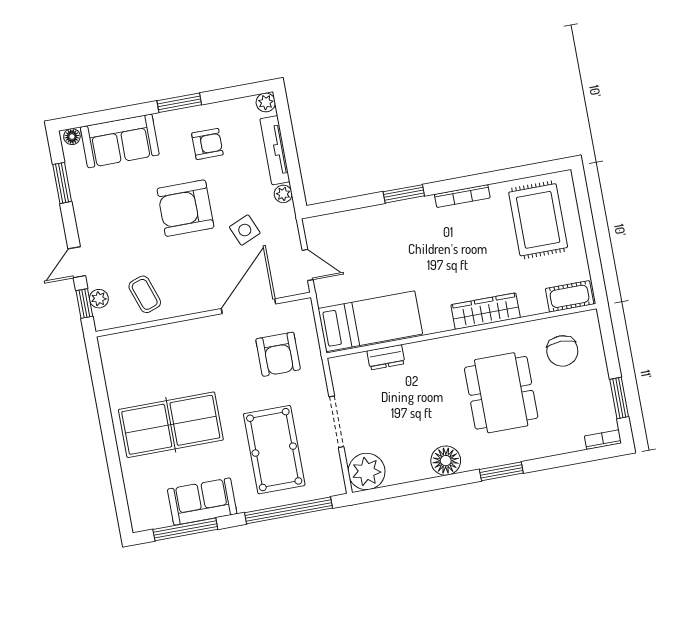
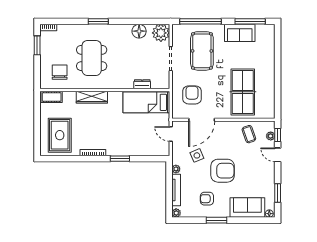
door: (77, 262) -> (278, 155), swing flipped
table tennis table: (171, 425) -> (243, 92), moved, turned 90
floor lamp: (446, 461) -> (139, 31), moved

